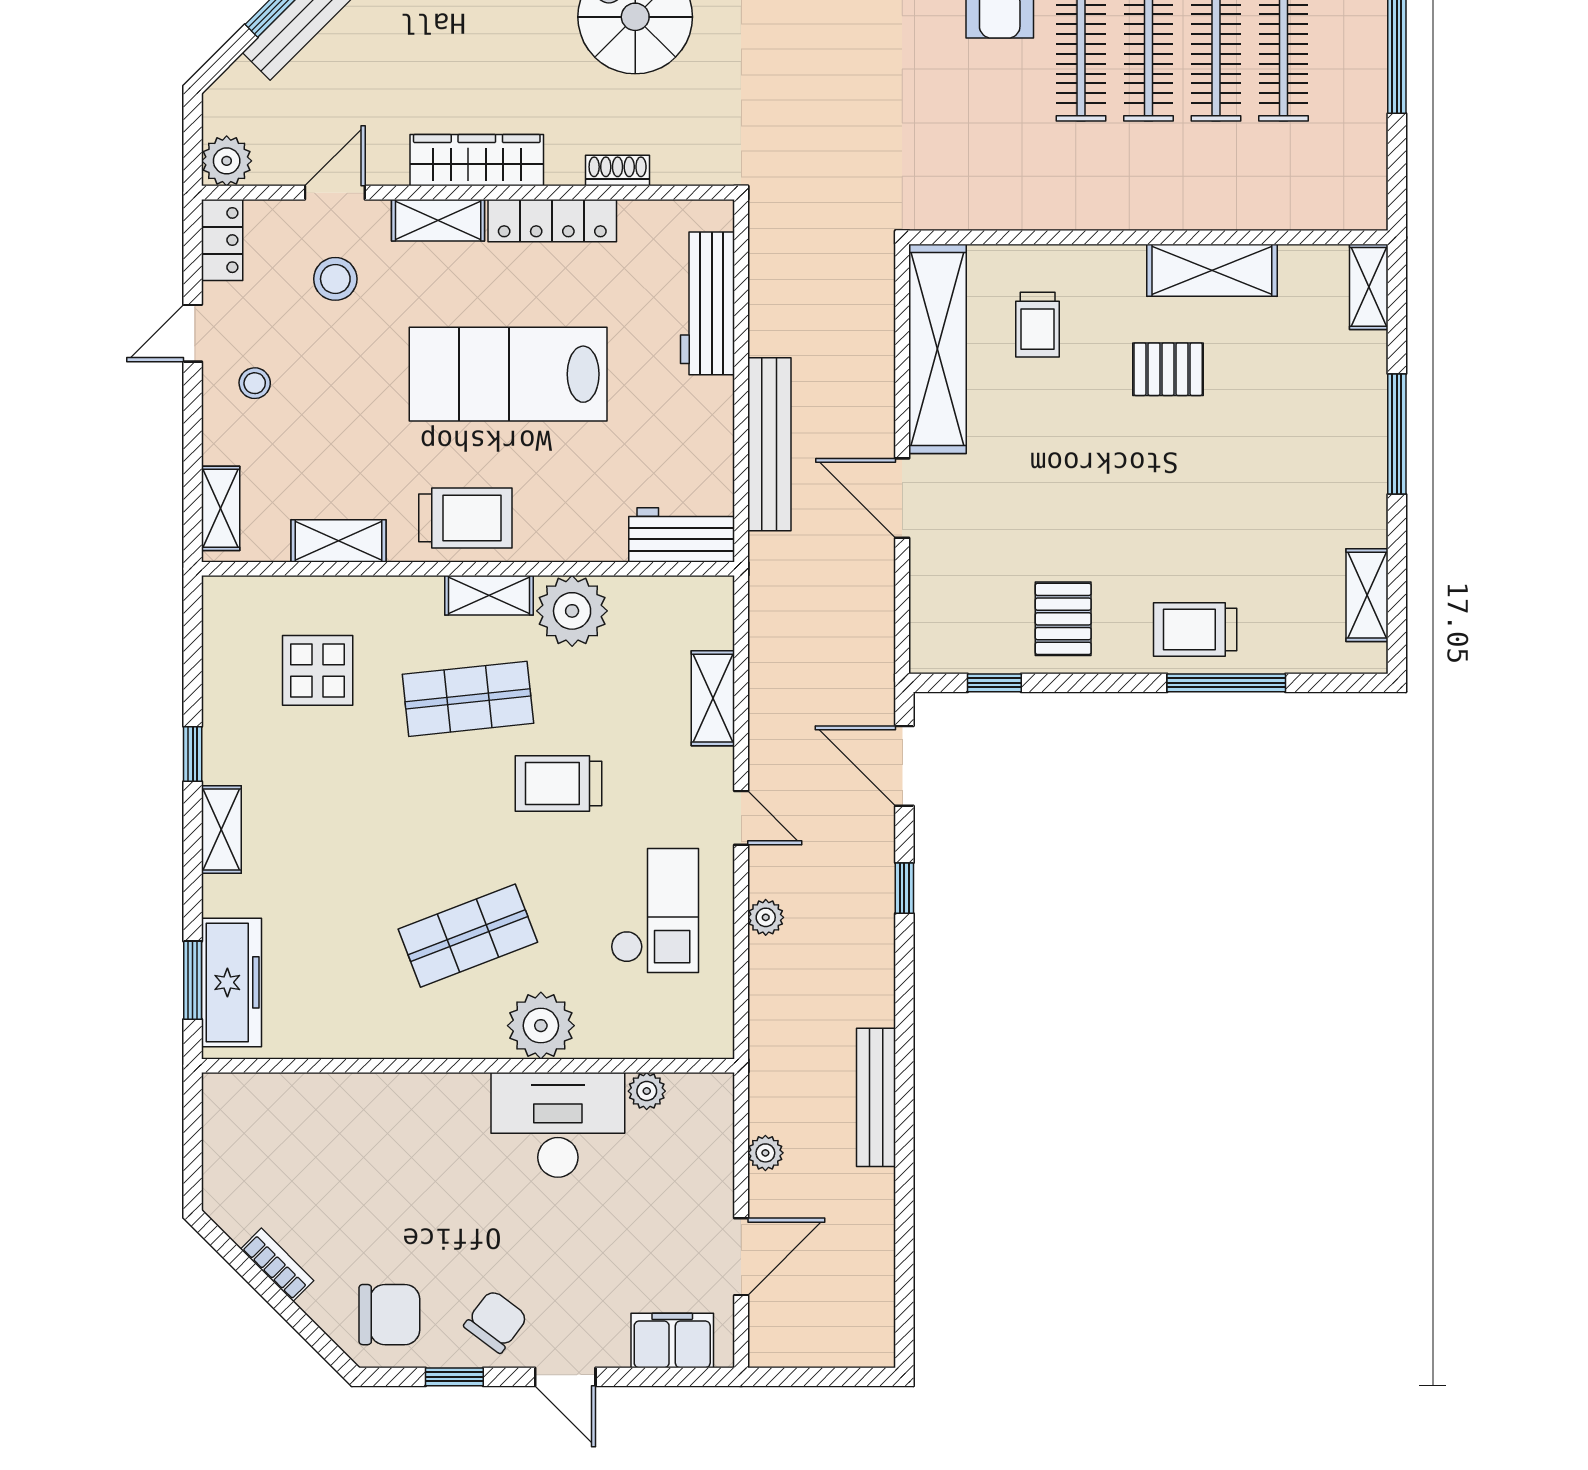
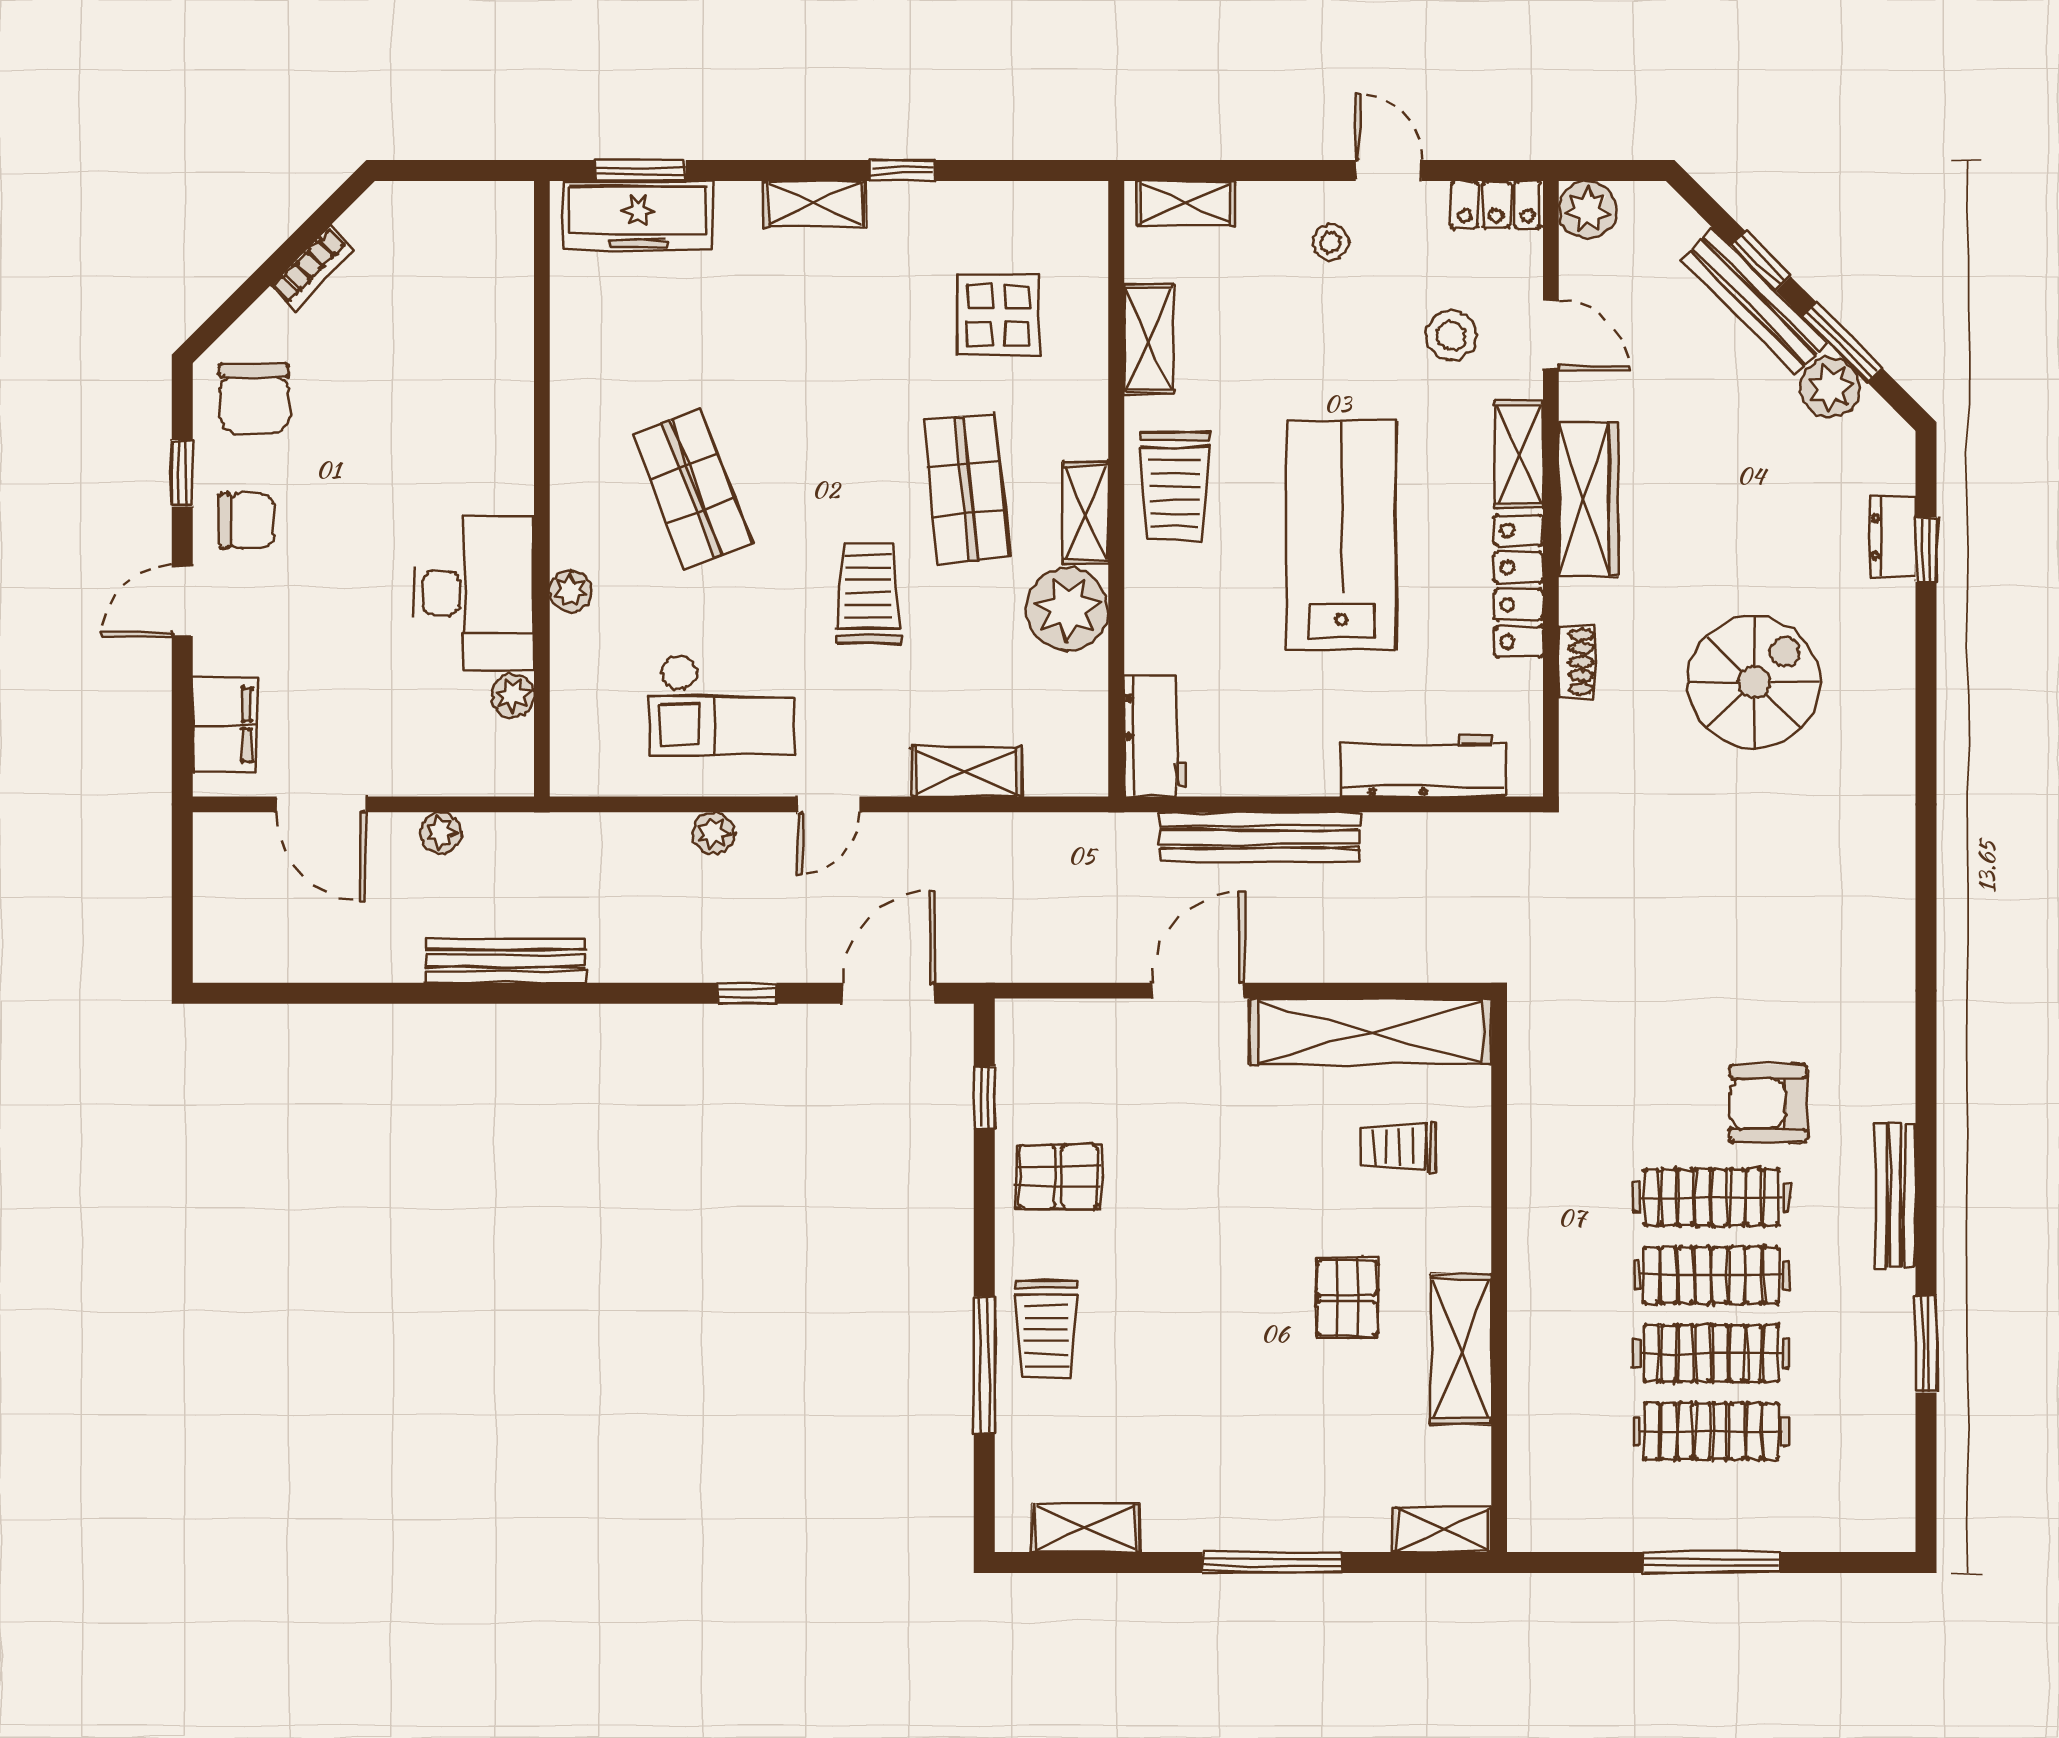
trolley: (1195, 629) -> (1046, 1329), turned 180
plant: (541, 1026) -> (570, 591), width x0.53, depth x0.53
chair: (496, 1321) -> (246, 521), turned -37

